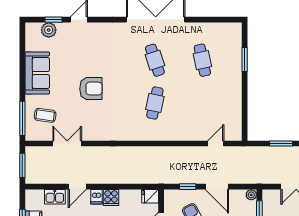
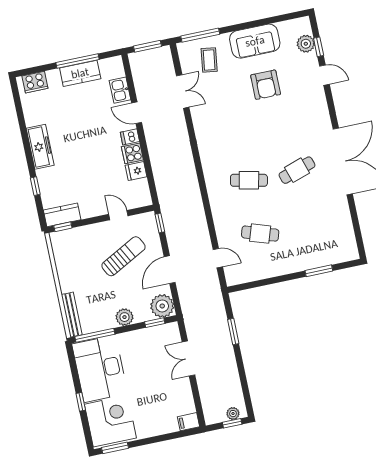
cafe table: (202, 60) -> (260, 234), moved, turned 30
armchair: (91, 89) -> (266, 85), moved
window: (188, 187) -> (160, 223), moved
plant: (251, 195) -> (162, 306), width x1.87, depth x1.87
fridge: (150, 196) -> (136, 171), moved, turned -90

